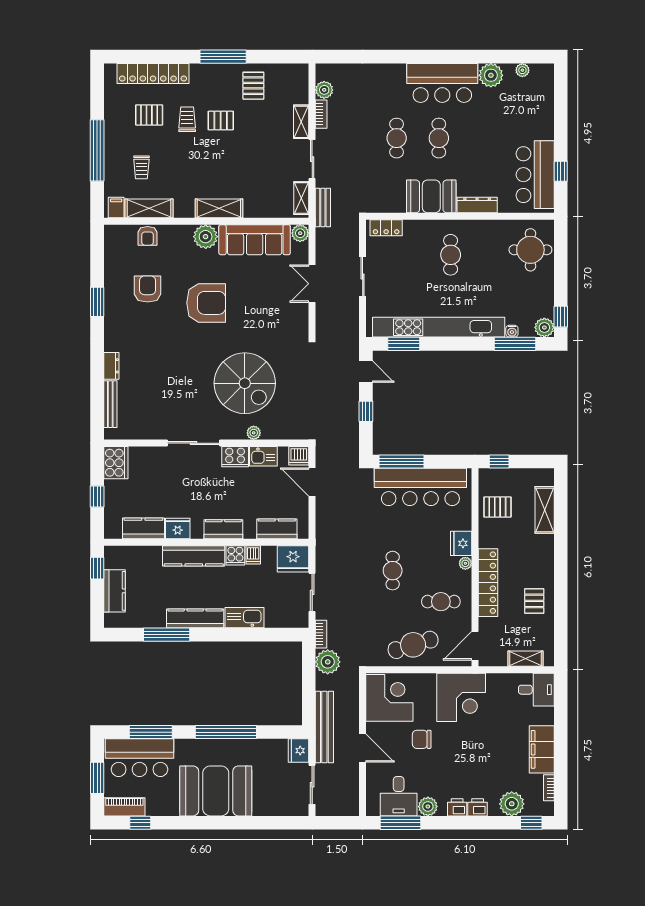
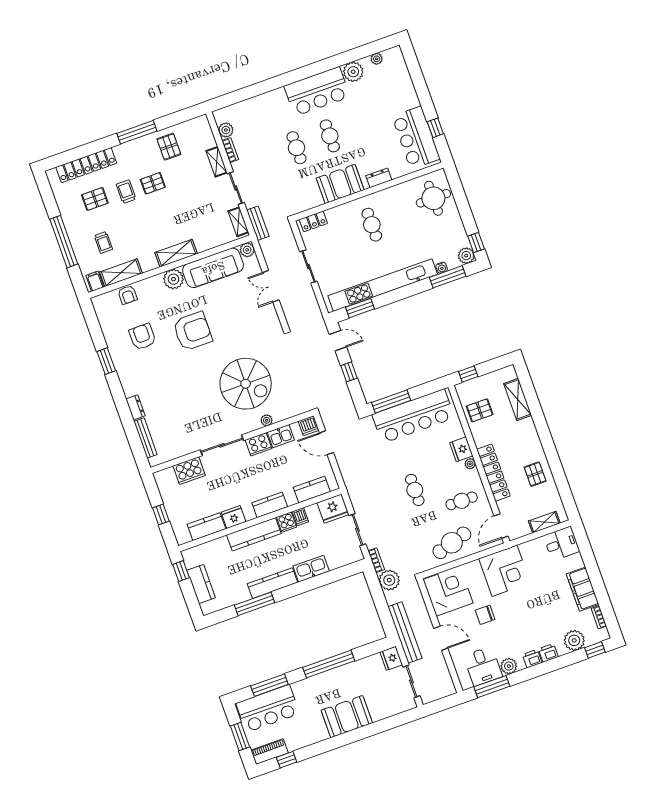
dresser: (477, 205) -> (379, 178), width x0.70
cooker: (116, 463) -> (189, 471), moved, turned 90
booth: (216, 791) -> (347, 717), width x0.73, depth x0.70

